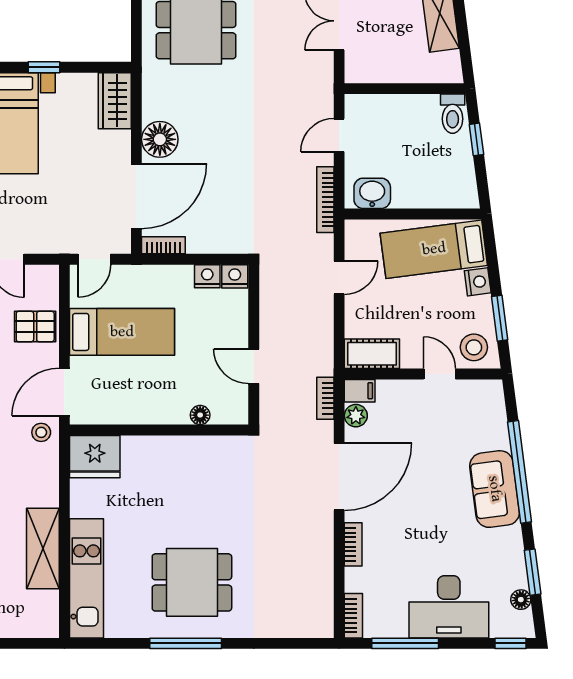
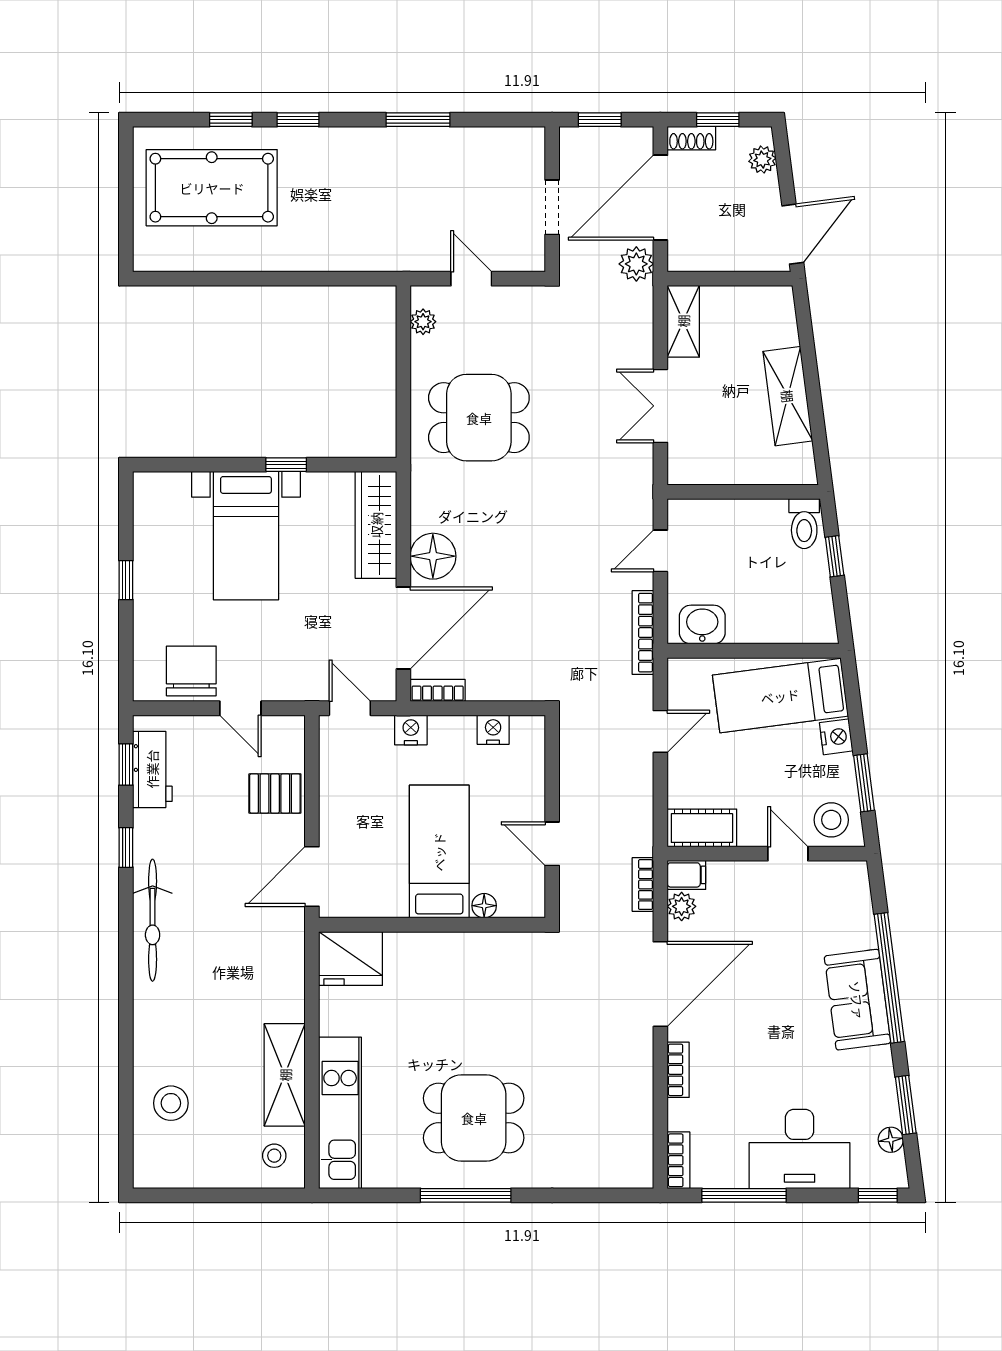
wardrobe: (115, 101) -> (376, 525), width x1.50
door: (94, 259) -> (350, 708), swing flipped
nightstand: (235, 276) -> (411, 730), moved
bed: (122, 332) -> (439, 852), moved, turned -90
stool: (41, 432) -> (274, 1156), moved

